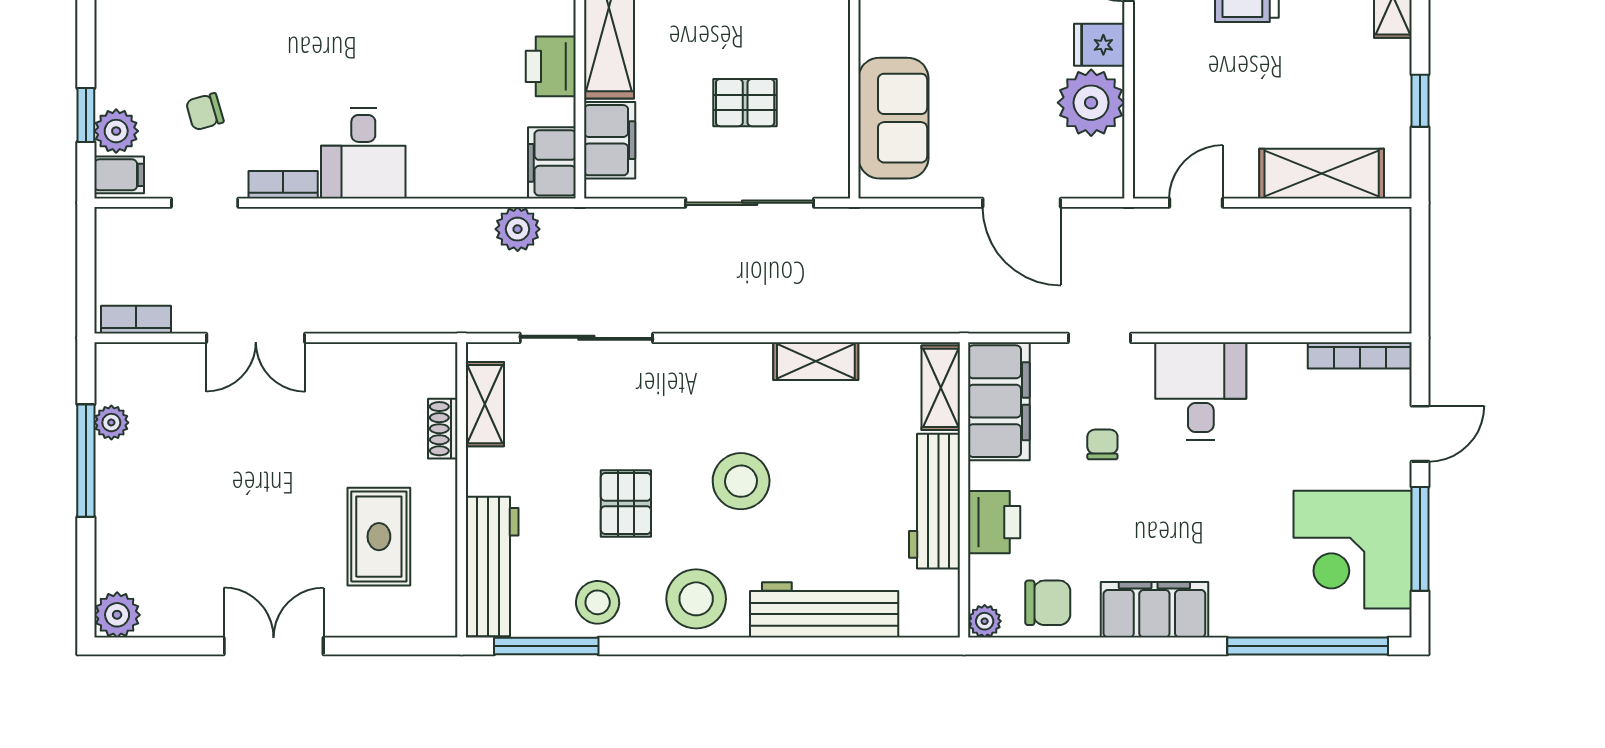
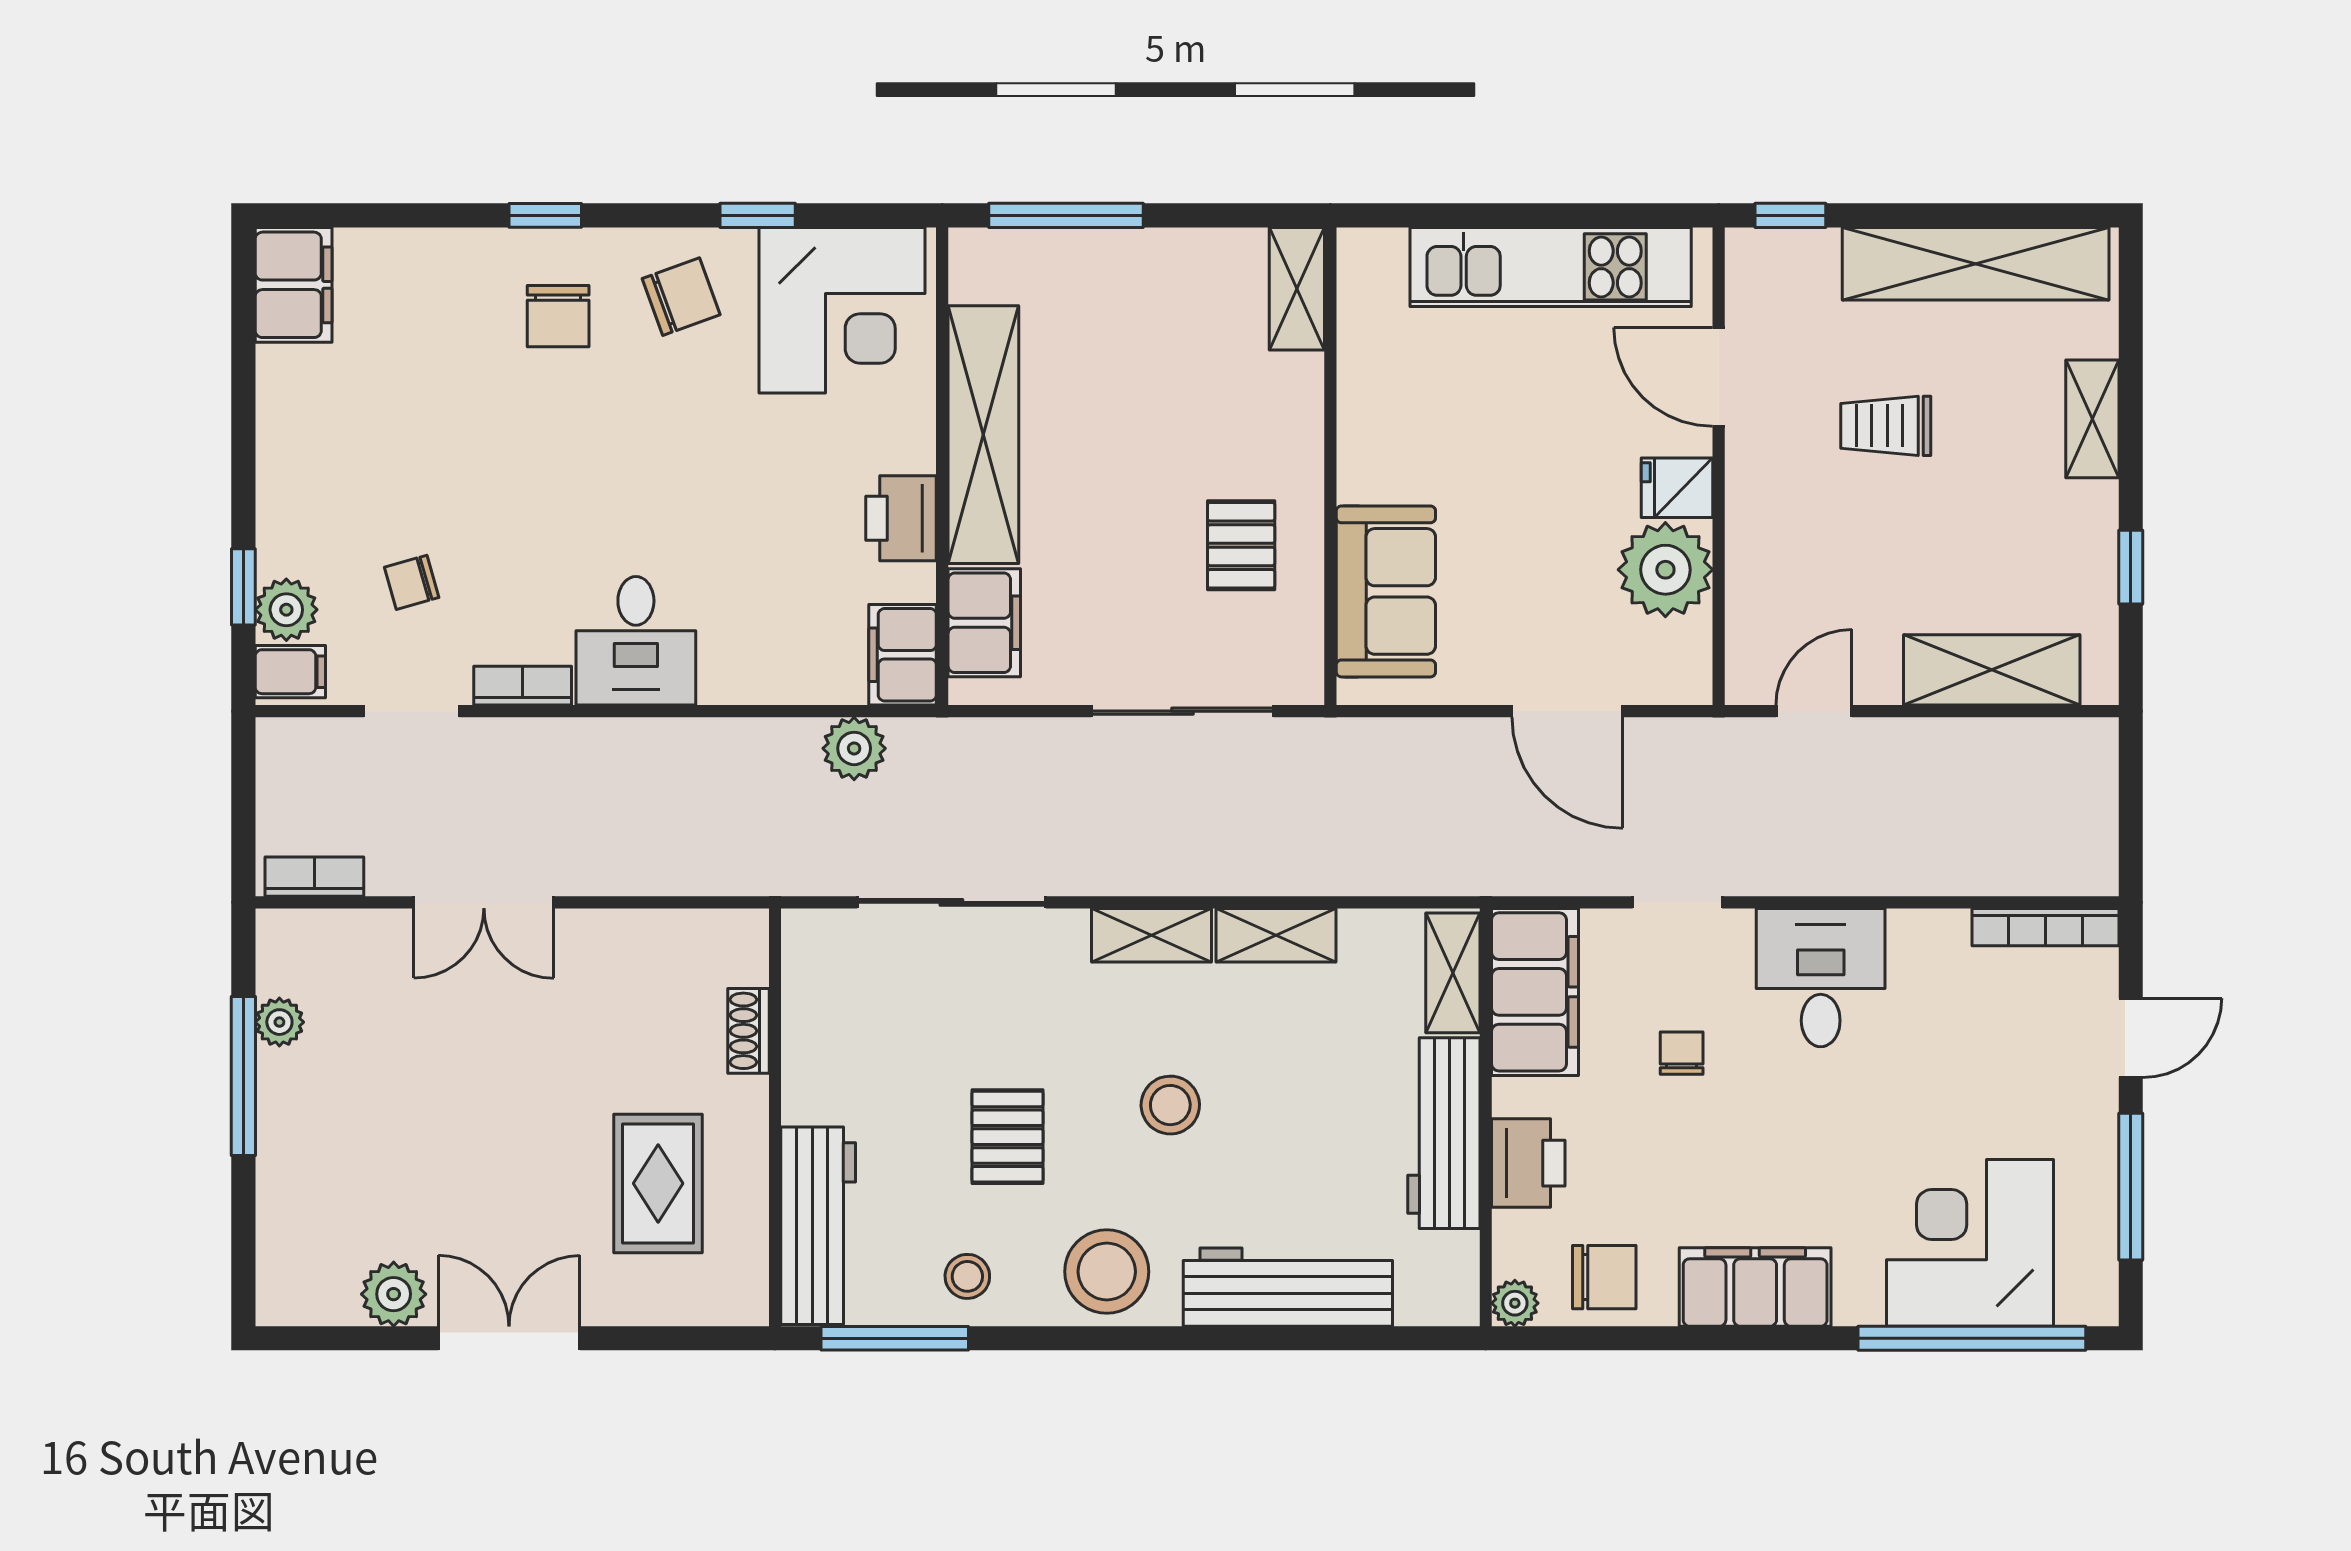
pallet: (745, 103) -> (1241, 545), moved, turned 90
shelving: (485, 404) -> (1151, 935), moved, turned 90
stool: (741, 481) -> (1170, 1105), width x0.73, depth x0.73
corner desk: (1353, 550) -> (1970, 1243), moved, turned 90
stool: (598, 602) -> (967, 1276), width x0.73, depth x0.73
plant: (117, 615) -> (394, 1294), moved

